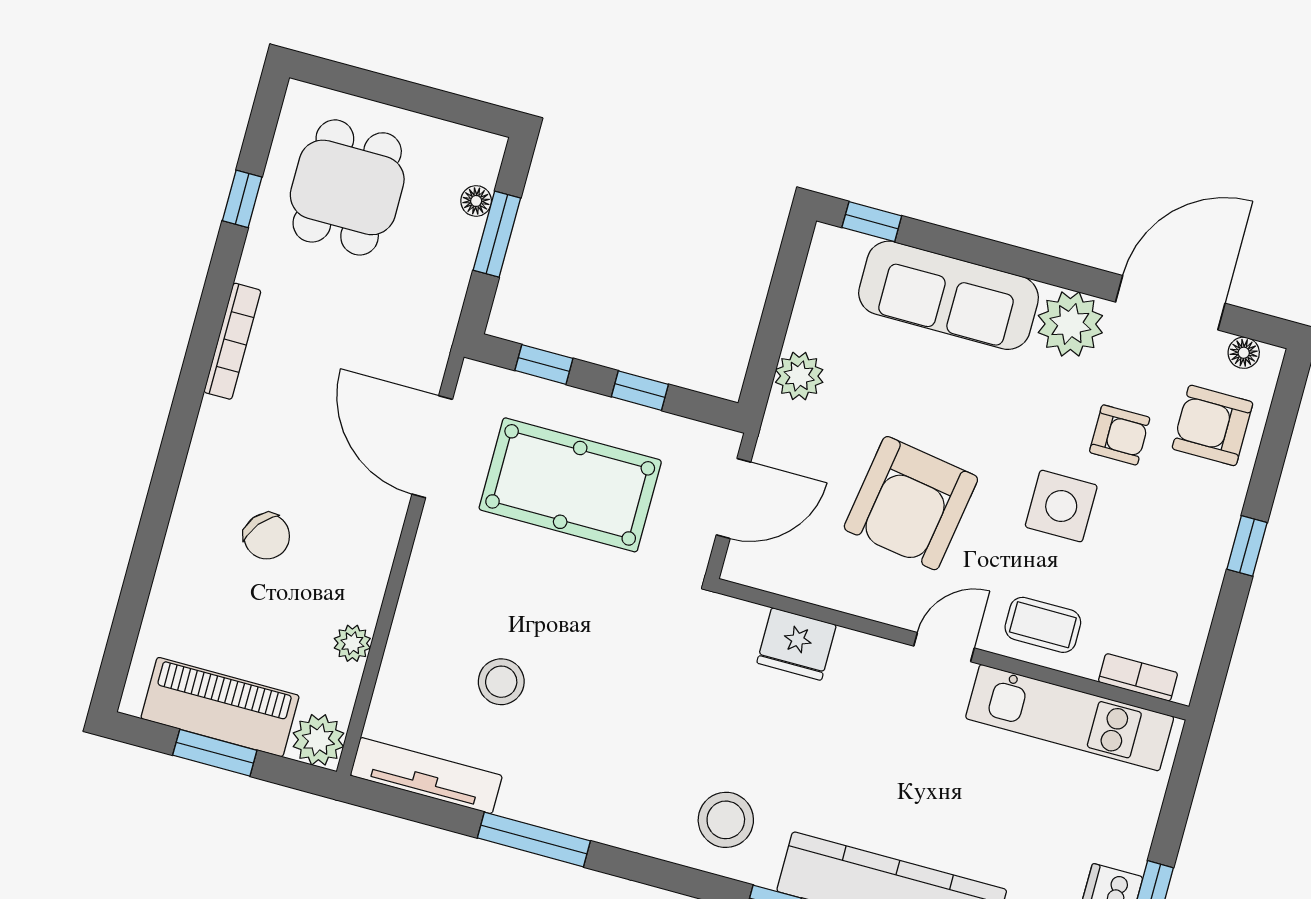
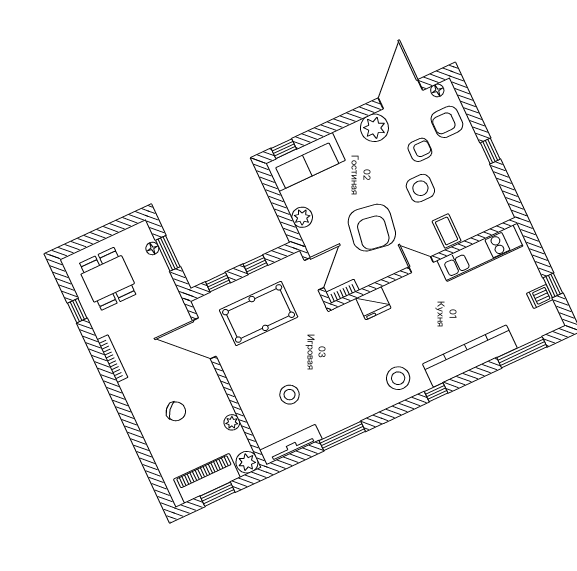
sofa: (949, 295) -> (306, 162), moved
coffee table: (1043, 625) -> (447, 231), turned 90
door: (944, 647) -> (421, 265), hinge flipped
bookcase: (1138, 677) -> (343, 291), moved

